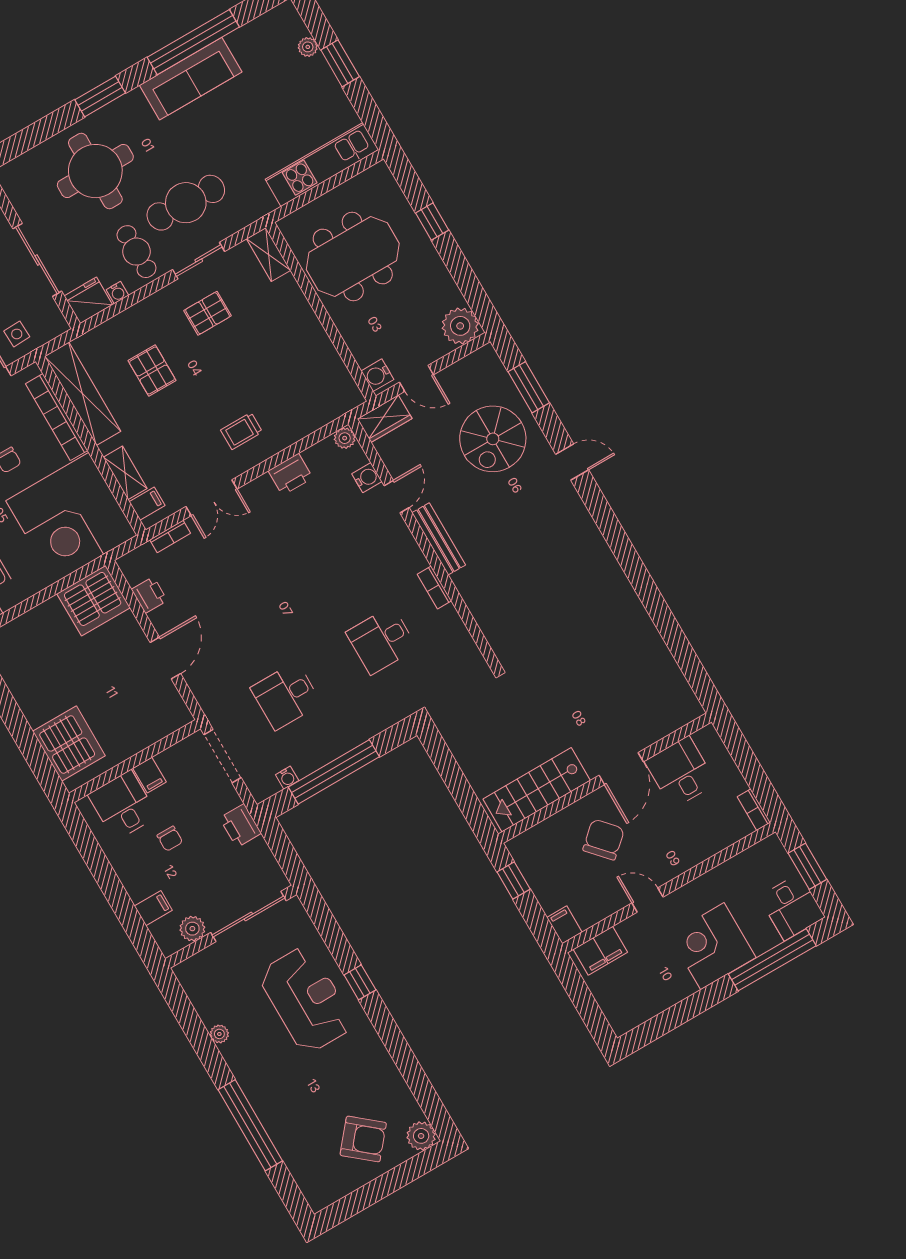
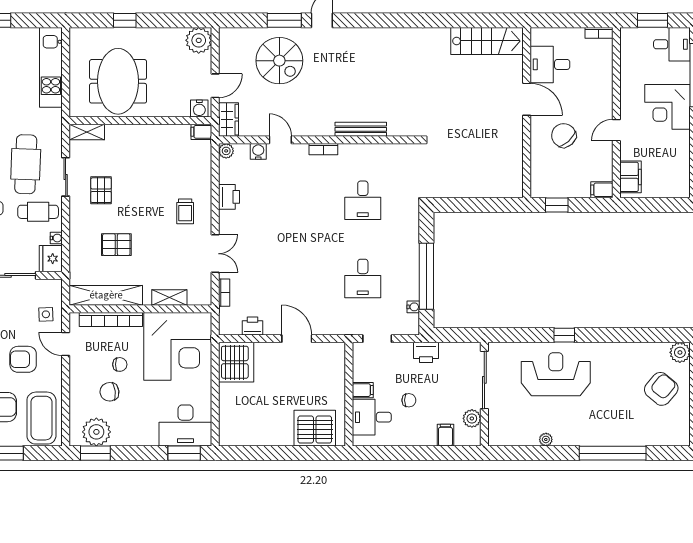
window: (529, 387) -> (284, 20), moved
filing cabinet: (147, 504) -> (201, 132), moved, turned -90
bench: (439, 539) -> (361, 129), moved
bookcase: (434, 588) -> (323, 149), moved
doorway: (222, 756) -> (377, 339), width x0.73
stairs: (537, 790) -> (487, 41), moved, turned -90

